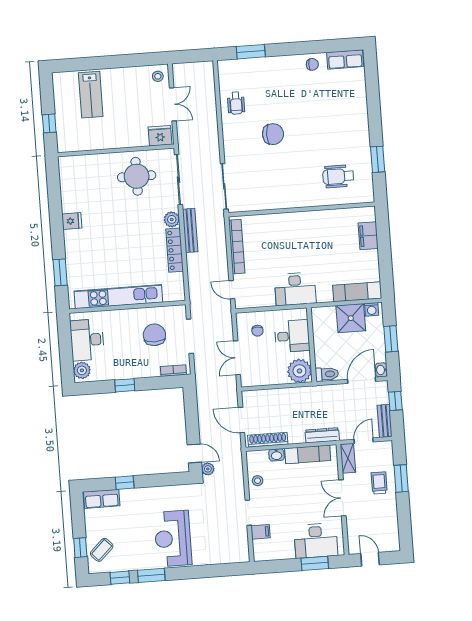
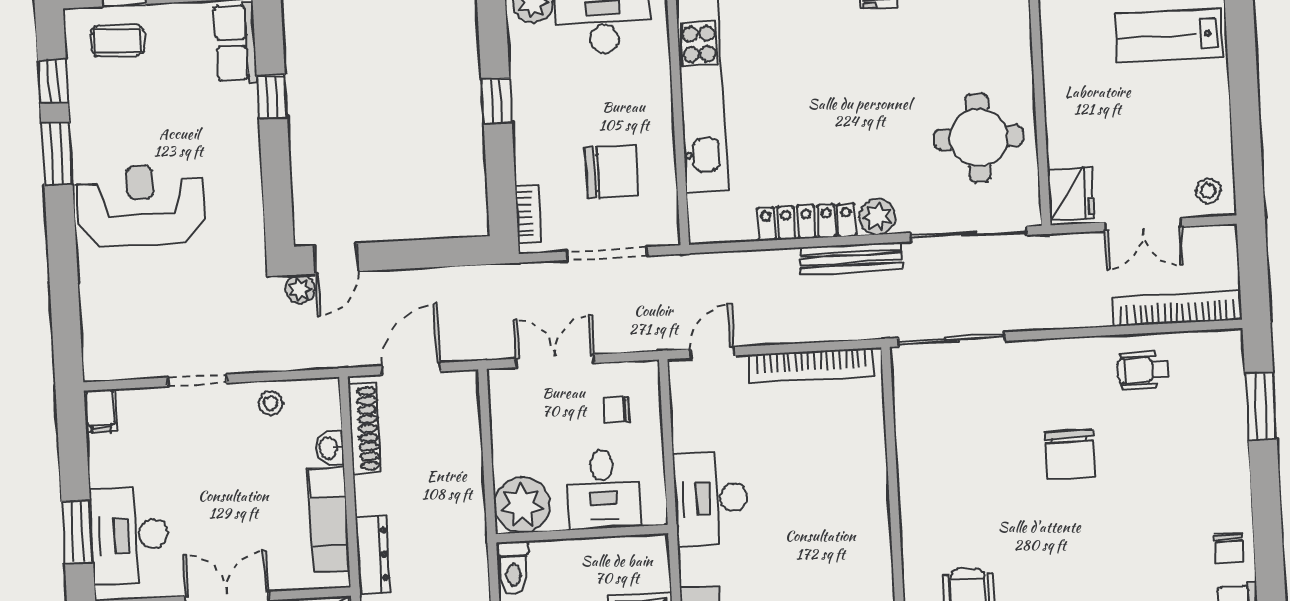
bookcase: (209, 89) -> (1177, 308), added
filing cabinet: (261, 532) -> (100, 411), moved
coffee table: (102, 550) -> (118, 40), turned -44

